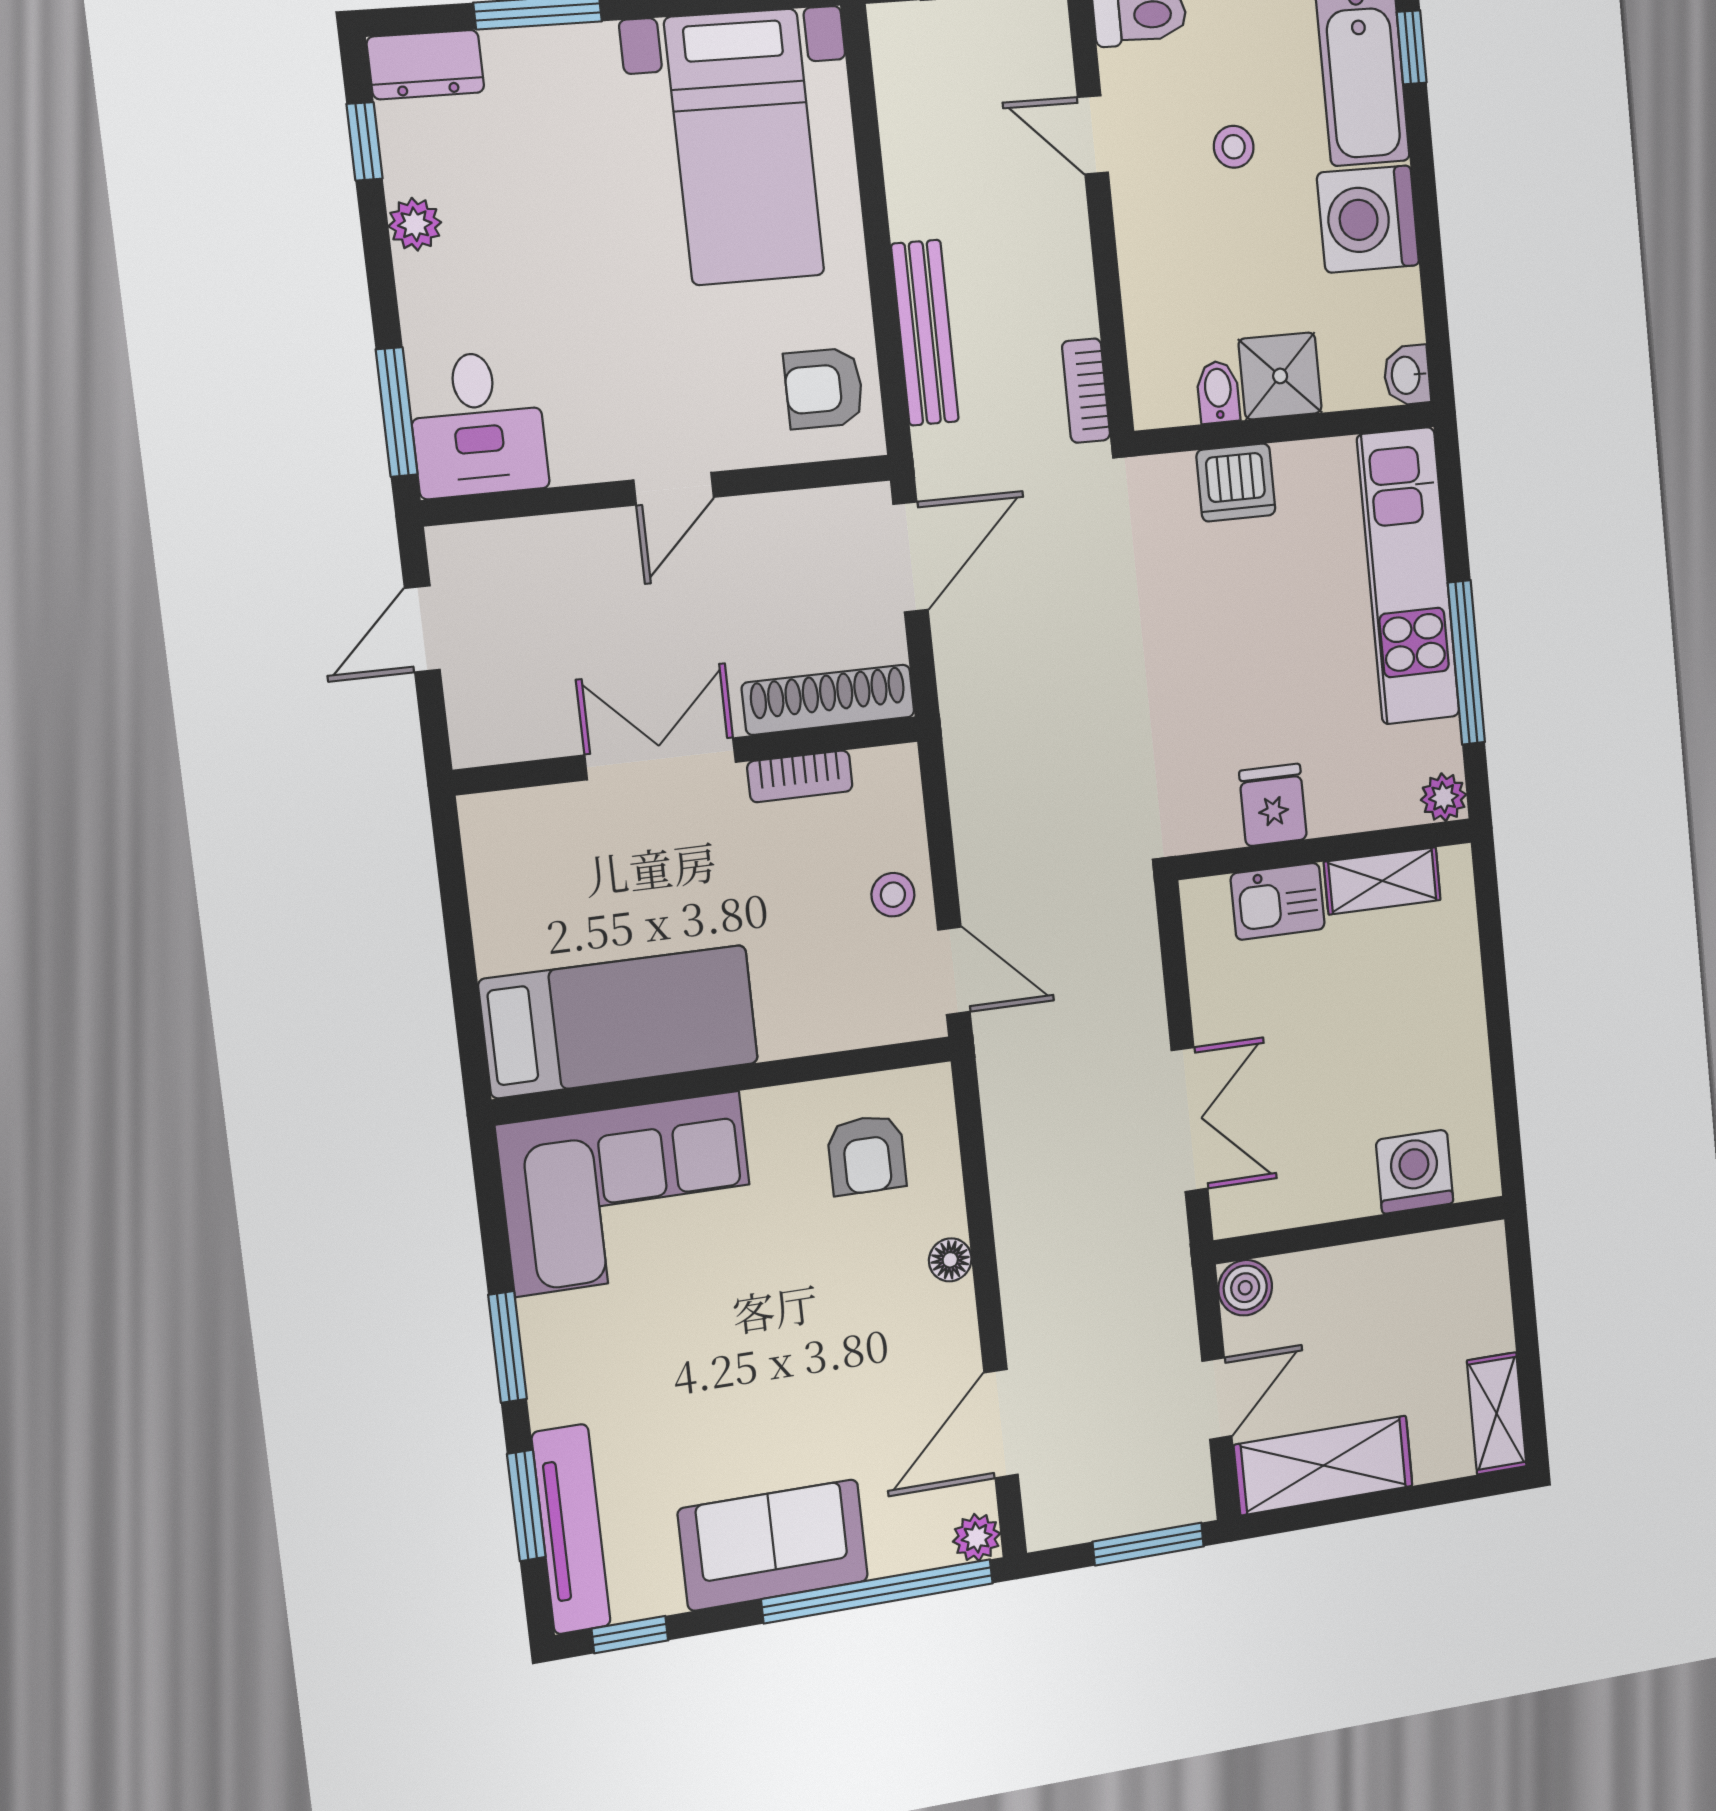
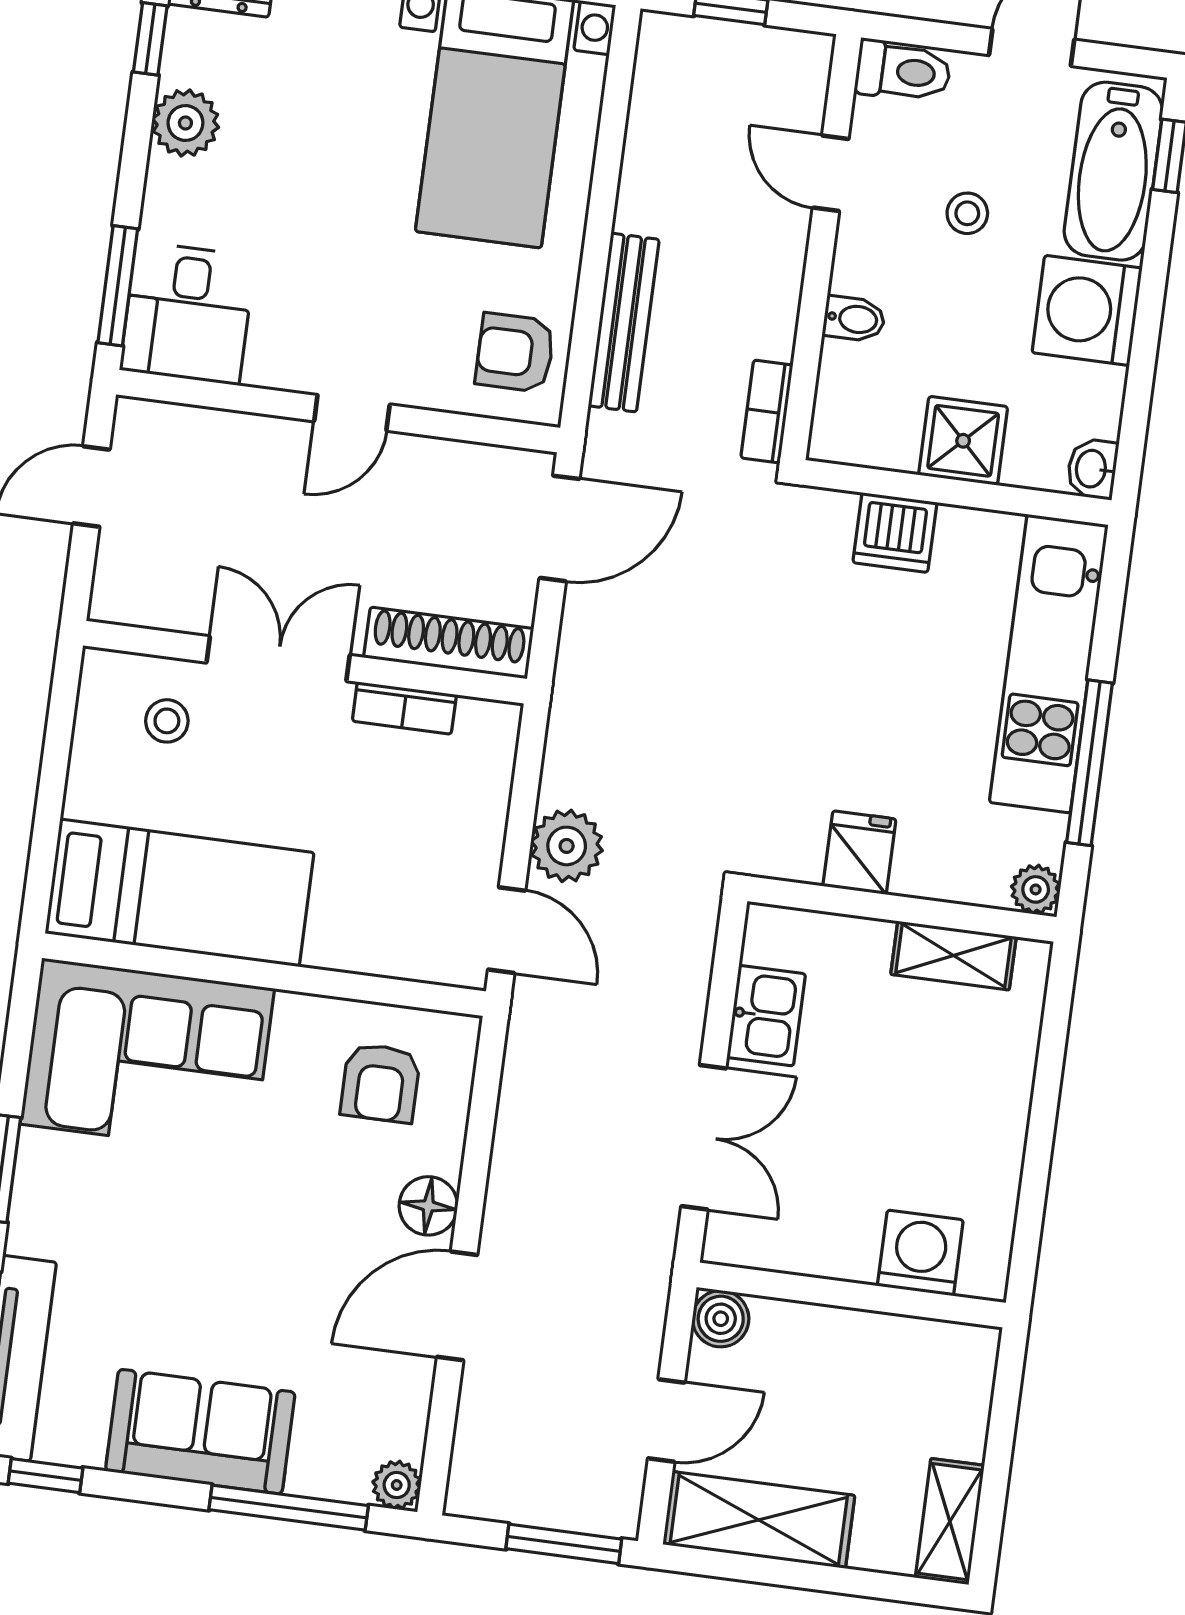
plant: (415, 224) -> (185, 123), width x1.38, depth x1.38
bidet: (1218, 392) -> (854, 319), moved, turned 90
plant: (993, 872) -> (567, 846), added
stool: (893, 895) -> (167, 721), moved
kitchen sink: (1278, 901) -> (766, 1016), moved, turned -90
floor lamp: (950, 1260) -> (428, 1206), width x1.37, depth x1.37
door: (1001, 1424) -> (457, 1306), moved
window: (878, 1591) -> (289, 1508), width x0.68

